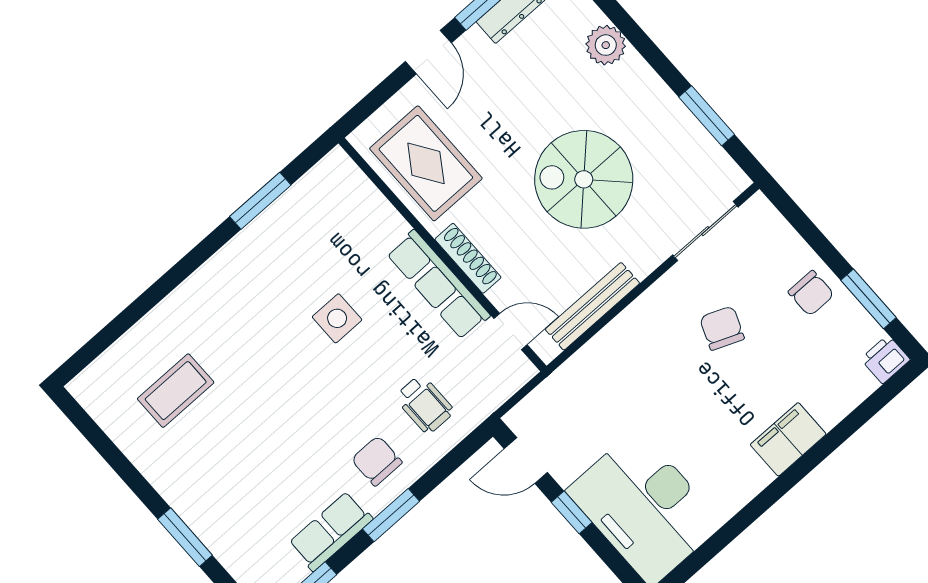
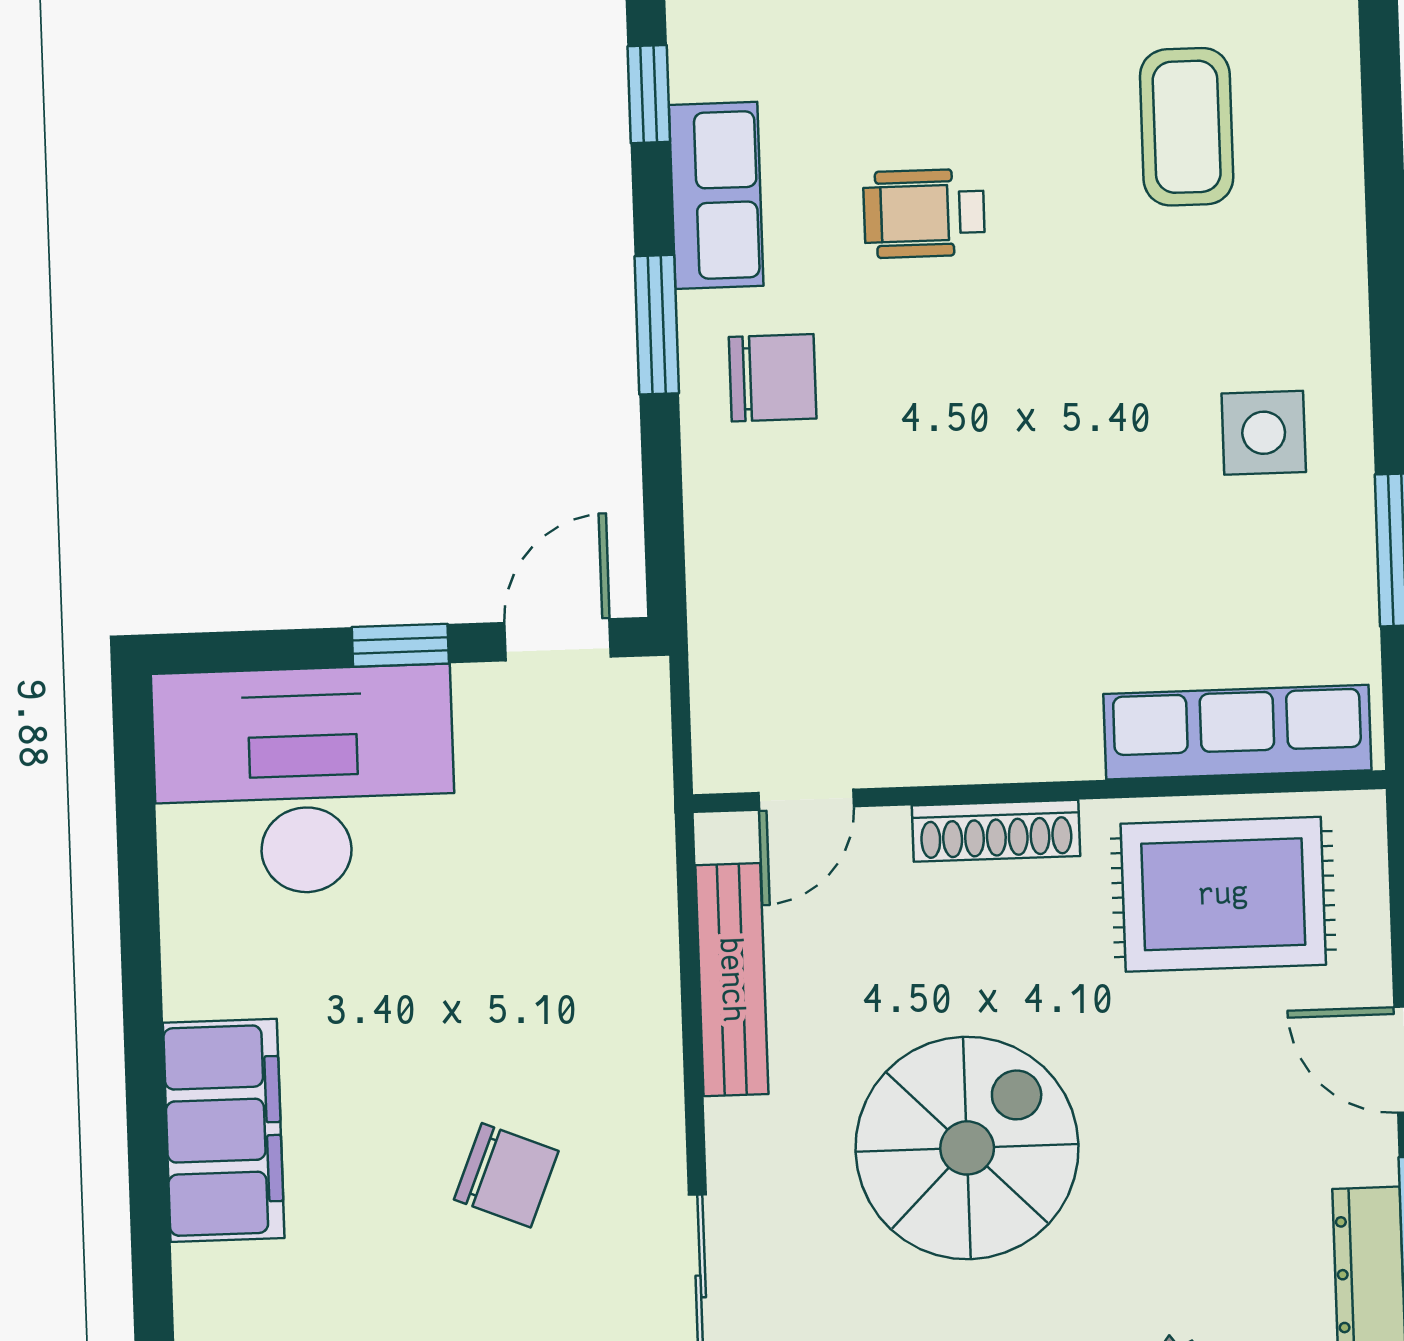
row of seats: (438, 285) -> (1237, 732), moved
side table: (337, 318) -> (1264, 433), moved
wheelchair: (425, 404) -> (924, 213), moved
filing cabinet: (788, 439) -> (224, 1130), width x1.50, depth x1.17

